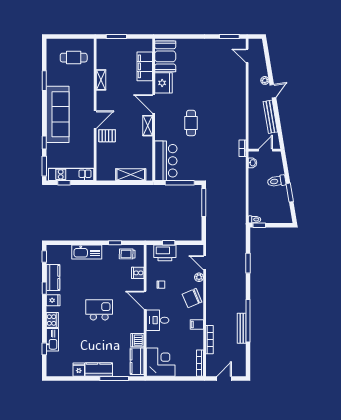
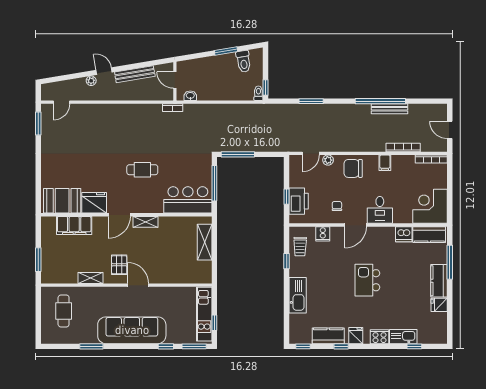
pallet: (107, 136) -> (119, 265), moved
toilet: (277, 181) -> (244, 61), moved
chair: (192, 298) -> (353, 168), turned 113

